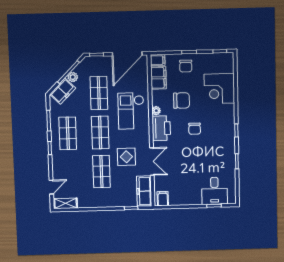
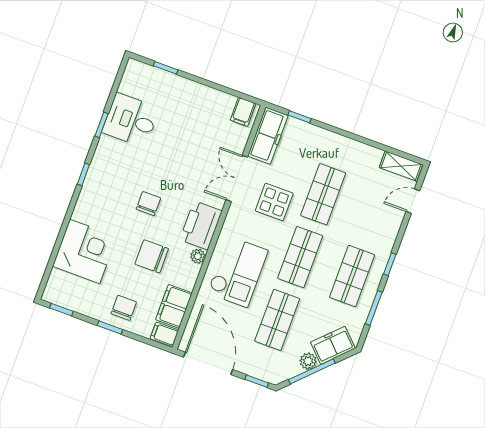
door: (127, 54) -> (208, 363), hinge flipped
desk: (214, 191) -> (131, 120), moved, turned -90

